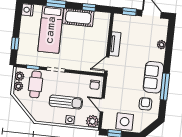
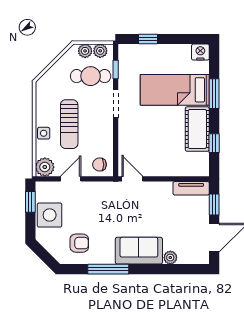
tv unit: (115, 44) -> (191, 188), moved
sofa: (153, 77) -> (139, 251), moved

